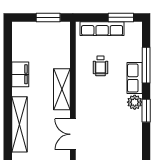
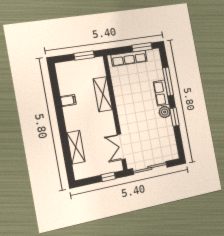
wheelchair: (100, 66) -> (133, 88), removed
filing cabinet: (20, 74) -> (68, 100), width x0.50
shelving: (62, 89) -> (103, 94), moved
shelving: (19, 124) -> (76, 147), width x0.68

